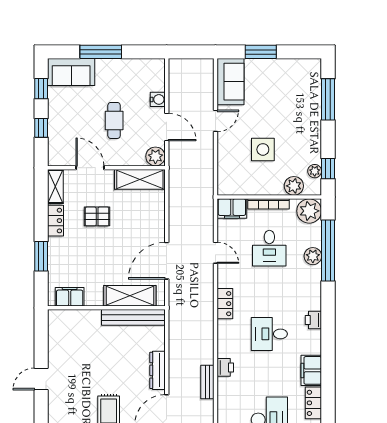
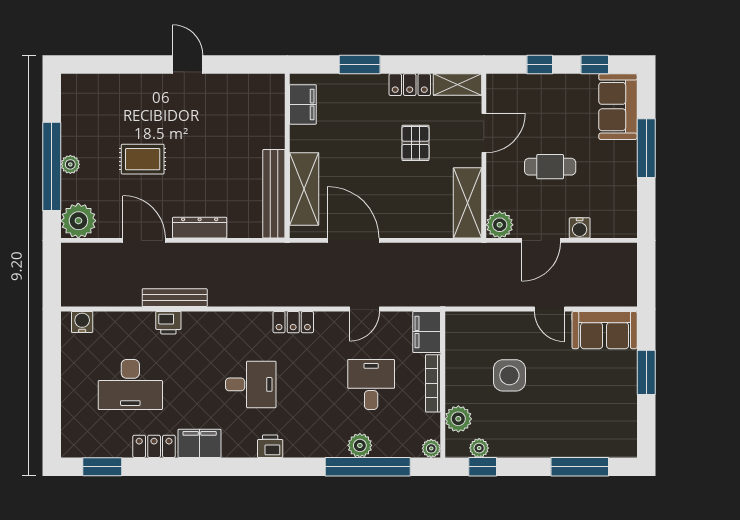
plant: (309, 211) -> (431, 448), width x0.53, depth x0.53
desk: (269, 248) -> (371, 384), turned 90
desk: (269, 334) -> (251, 384), turned 90
printer: (225, 367) -> (168, 323), moved
bench: (207, 382) -> (175, 298), width x1.36

